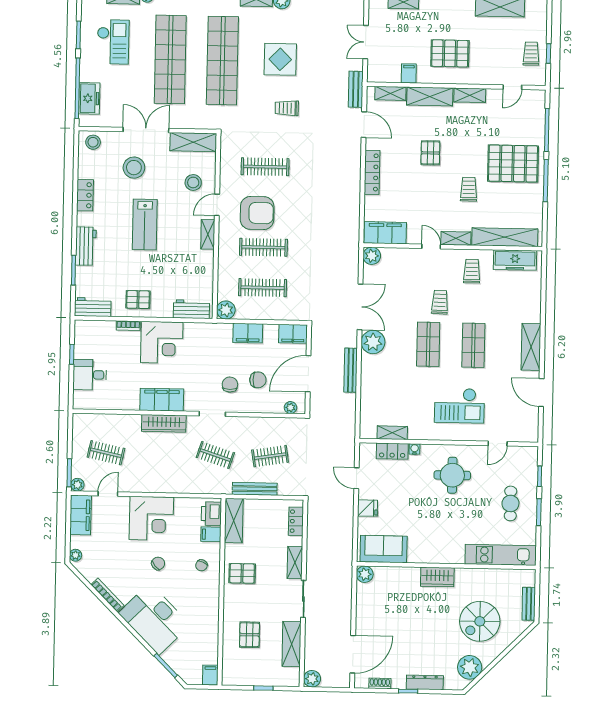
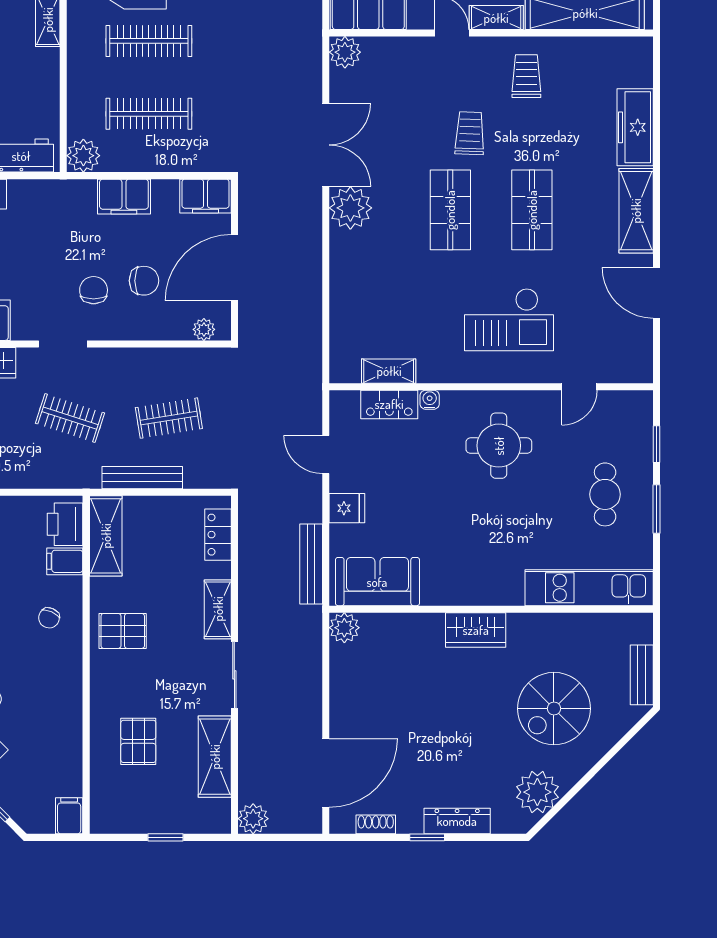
freezer: (515, 260) -> (635, 127), moved, turned 90
bench: (351, 370) -> (311, 564), moved

